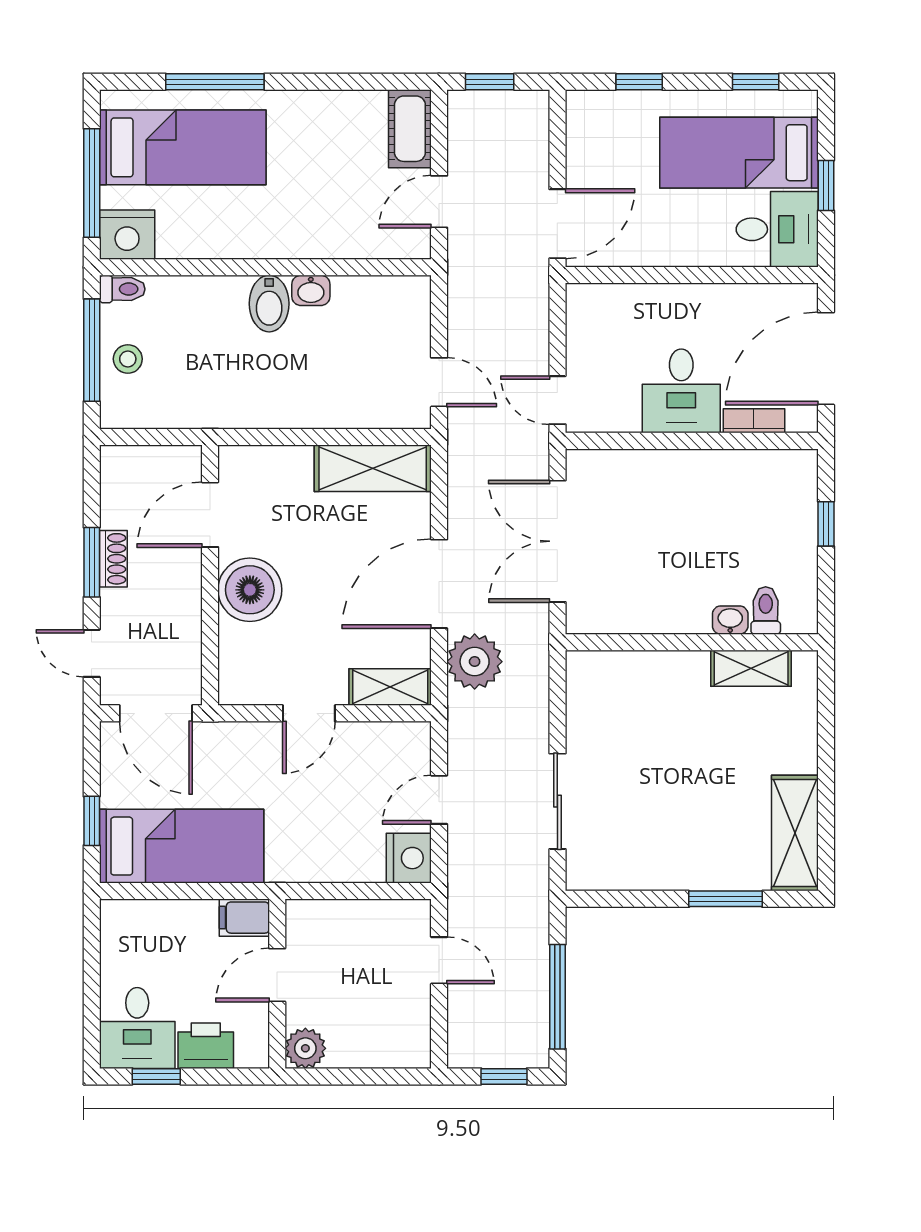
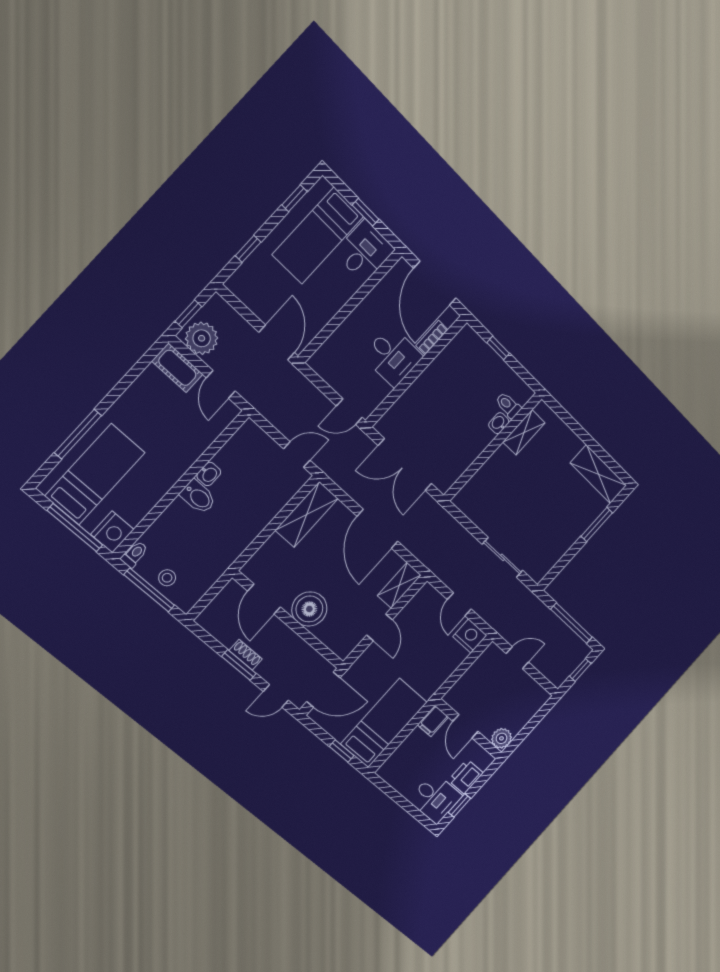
plant: (475, 662) -> (202, 338), moved

